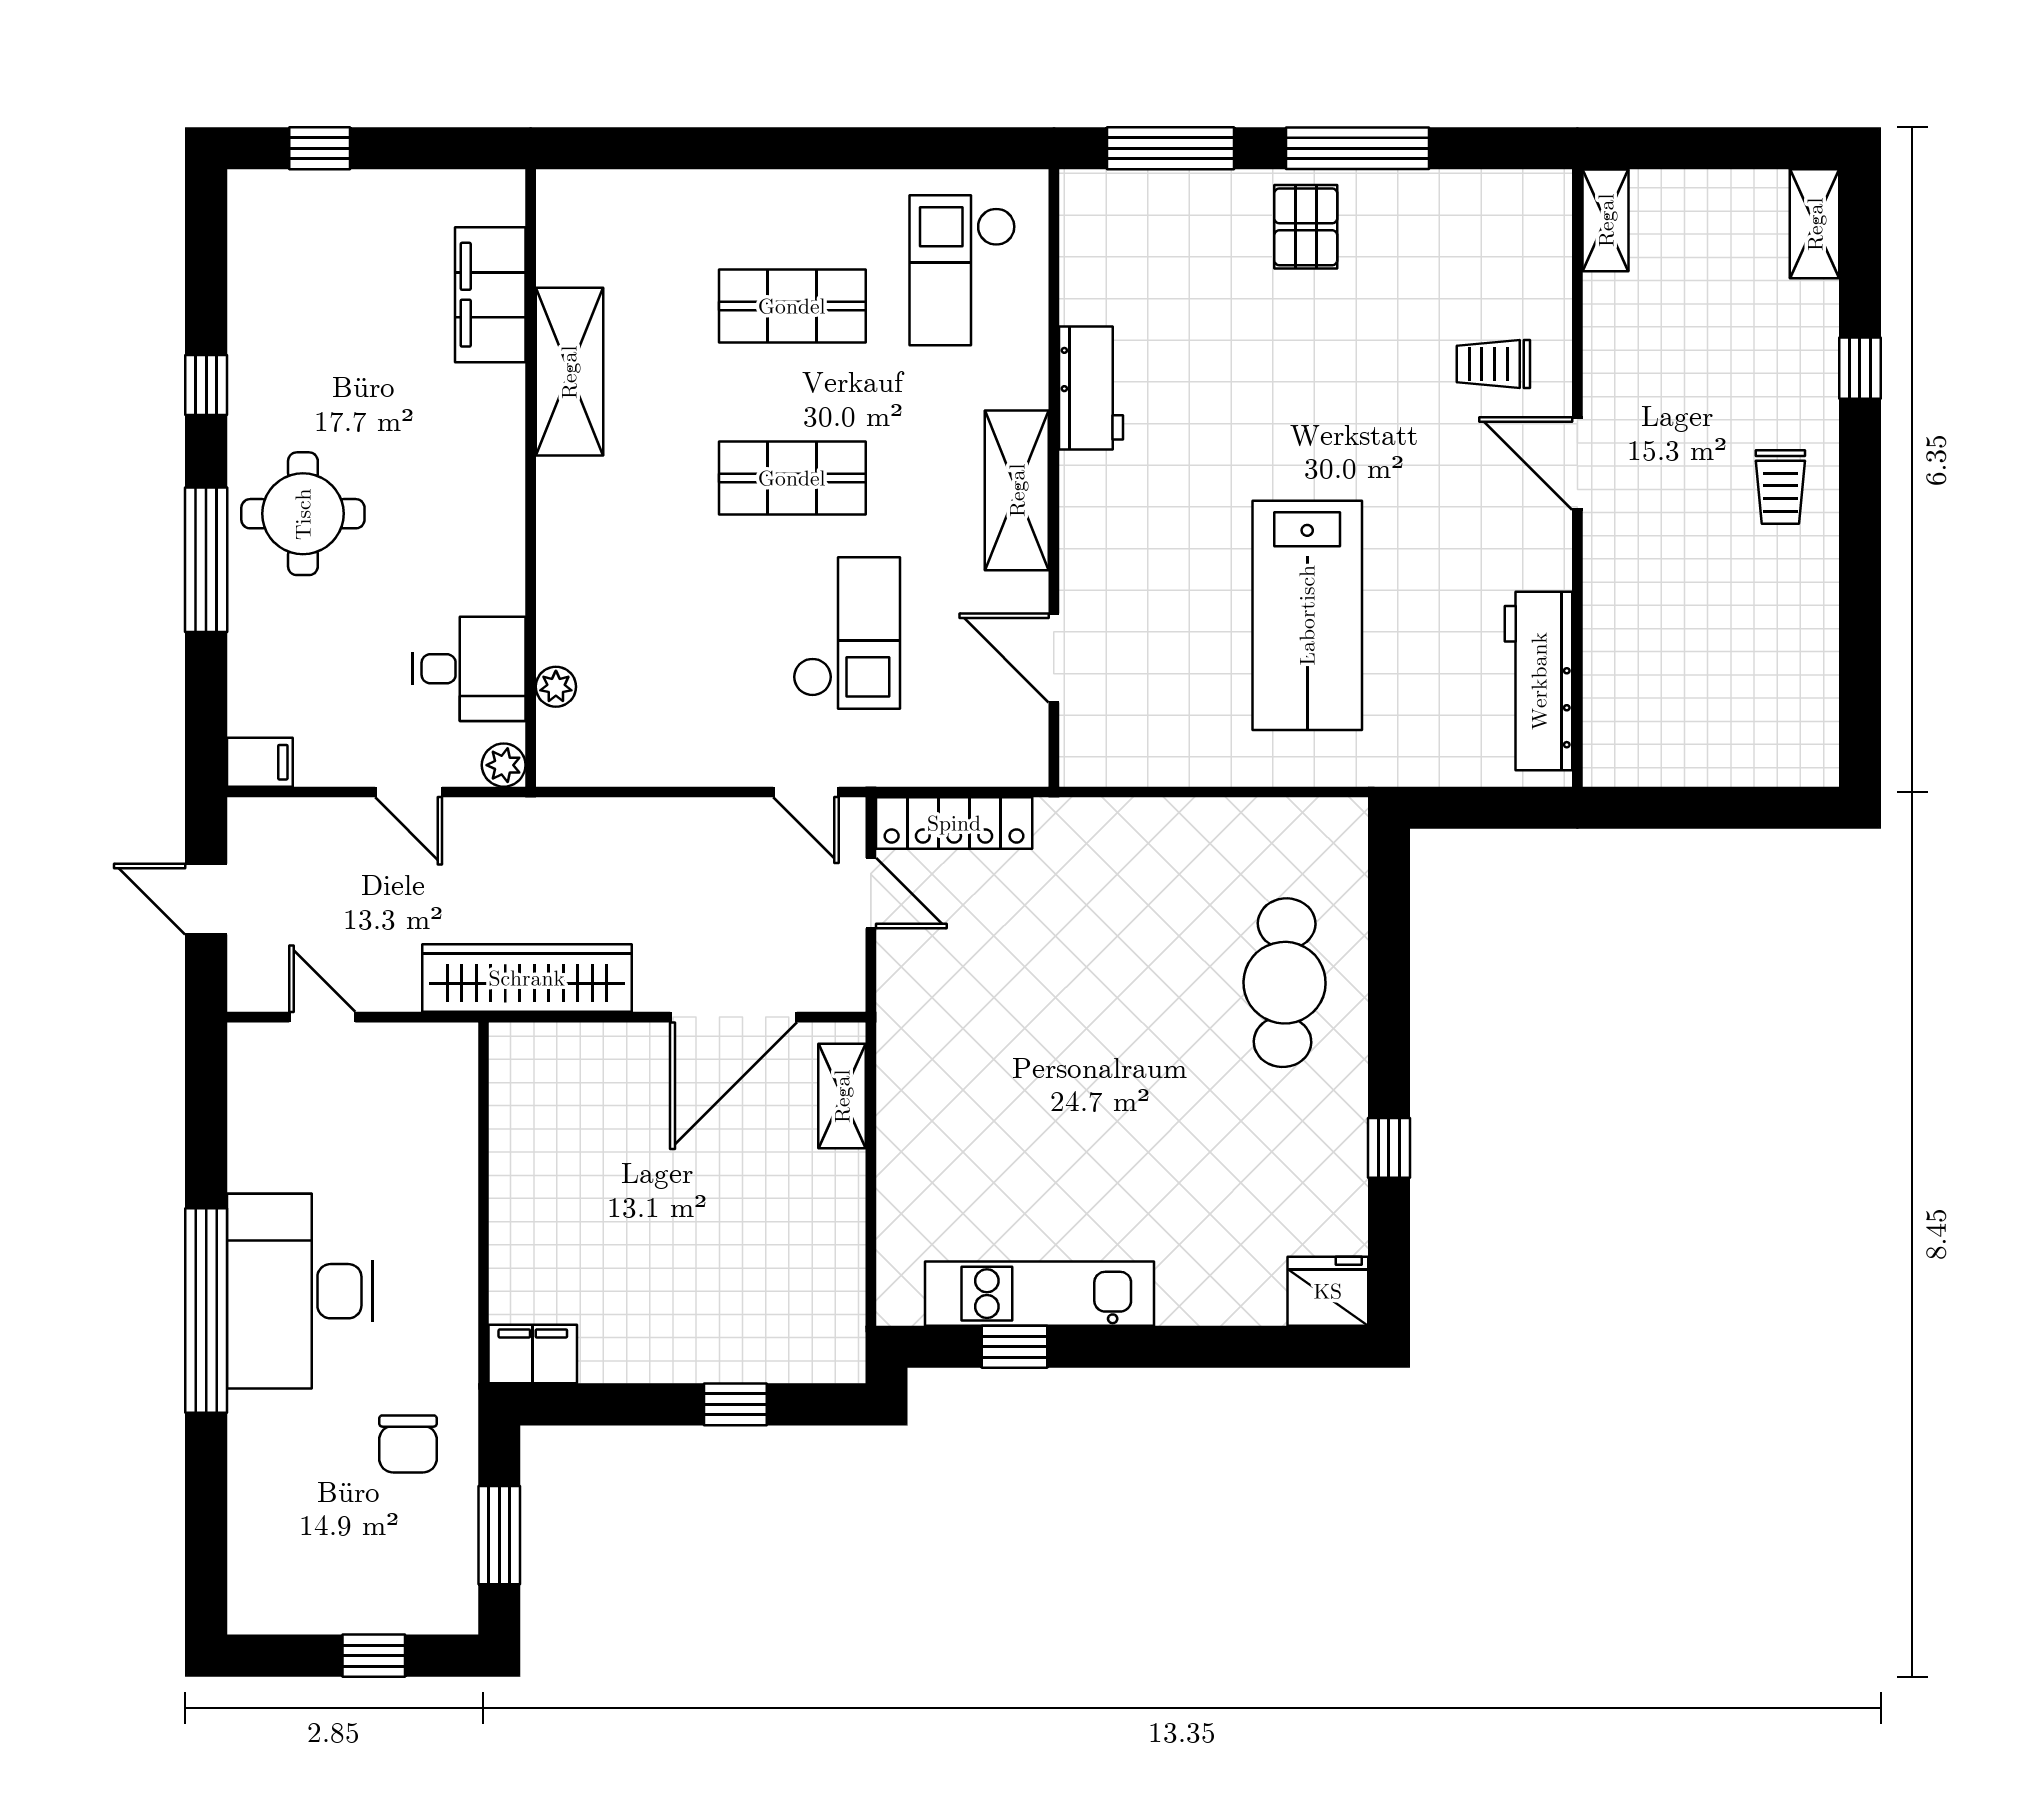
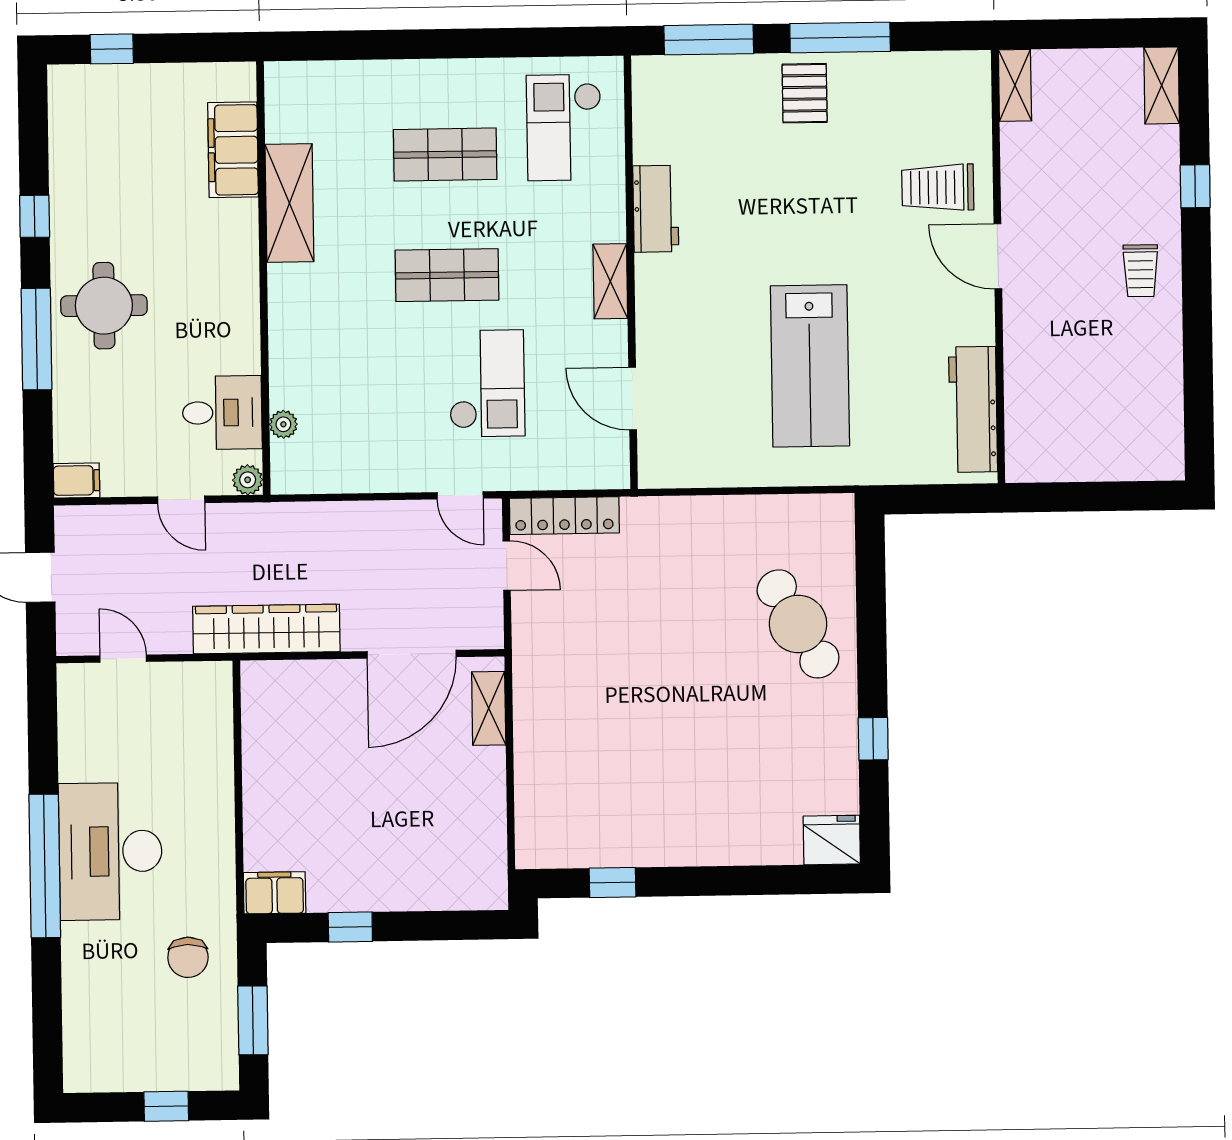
trolley: (1493, 364) -> (938, 187), width x1.36, depth x1.39
shelving: (1017, 490) -> (610, 281), width x0.67, depth x0.75
cafe table: (1285, 983) -> (798, 624), turned -32
kitchen unit: (1039, 1294) -> (629, 845), removed
window: (735, 1404) -> (350, 927), moved

